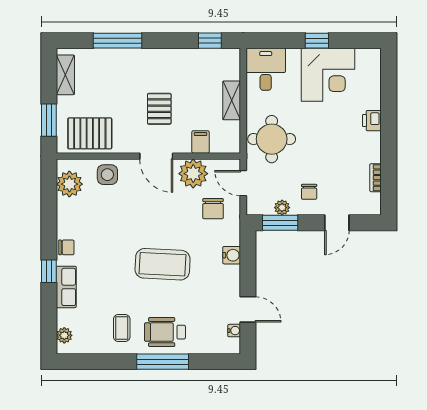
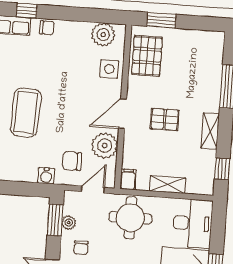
desk: (266, 69) -> (193, 223), width x1.37
shelving: (65, 75) -> (210, 131), moved, turned 90
filing cabinet: (201, 142) -> (128, 179), moved, turned -90
chair: (309, 192) -> (81, 248), turned -90
chair: (66, 247) -> (47, 28), turned -90
water cooler: (232, 255) -> (46, 176), moved

